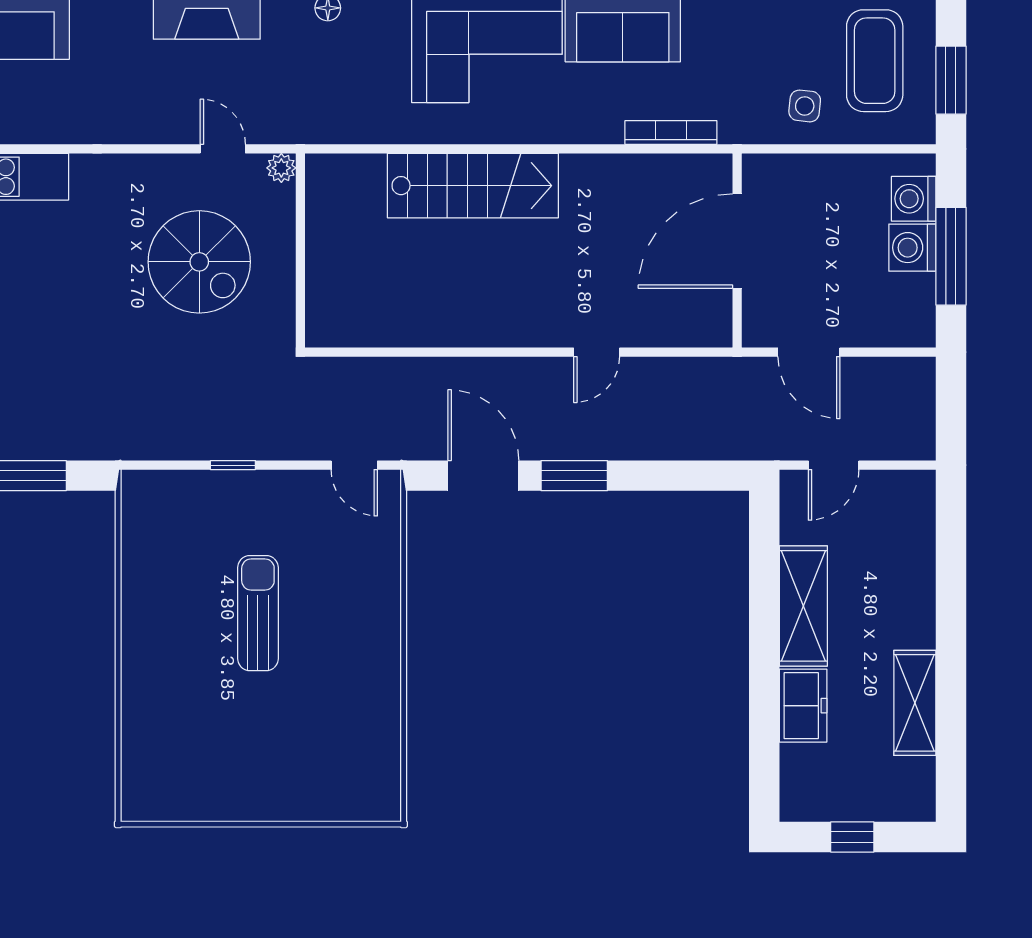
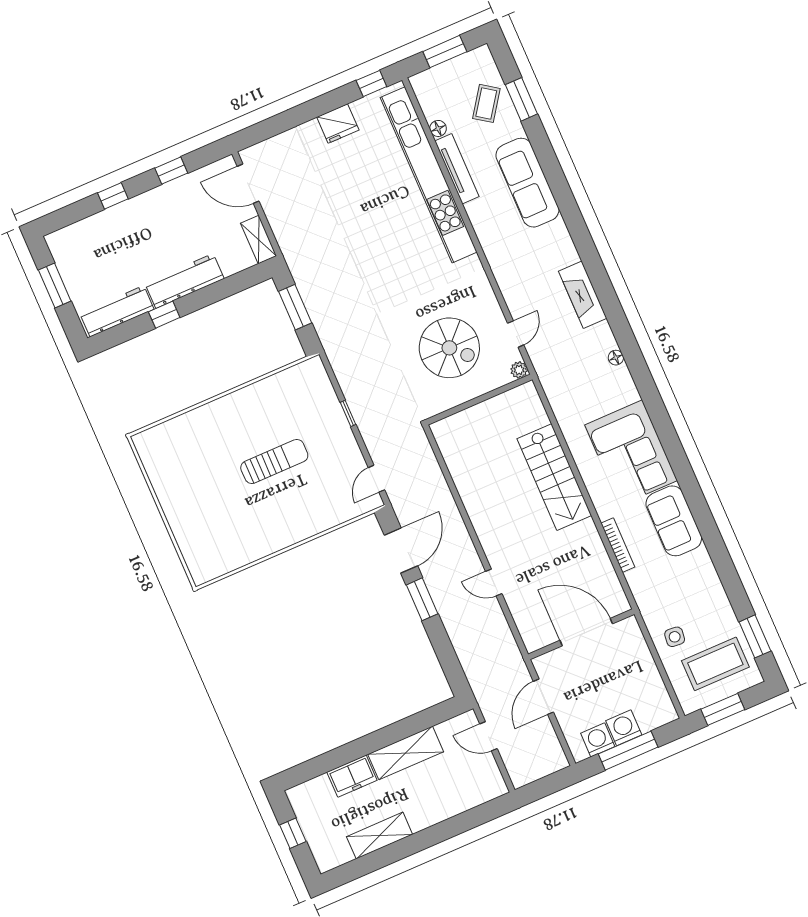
bookcase: (671, 132) -> (618, 545), moved
washing machine: (914, 199) -> (598, 740), moved
spiral stairs: (199, 262) -> (449, 348), turned -90

